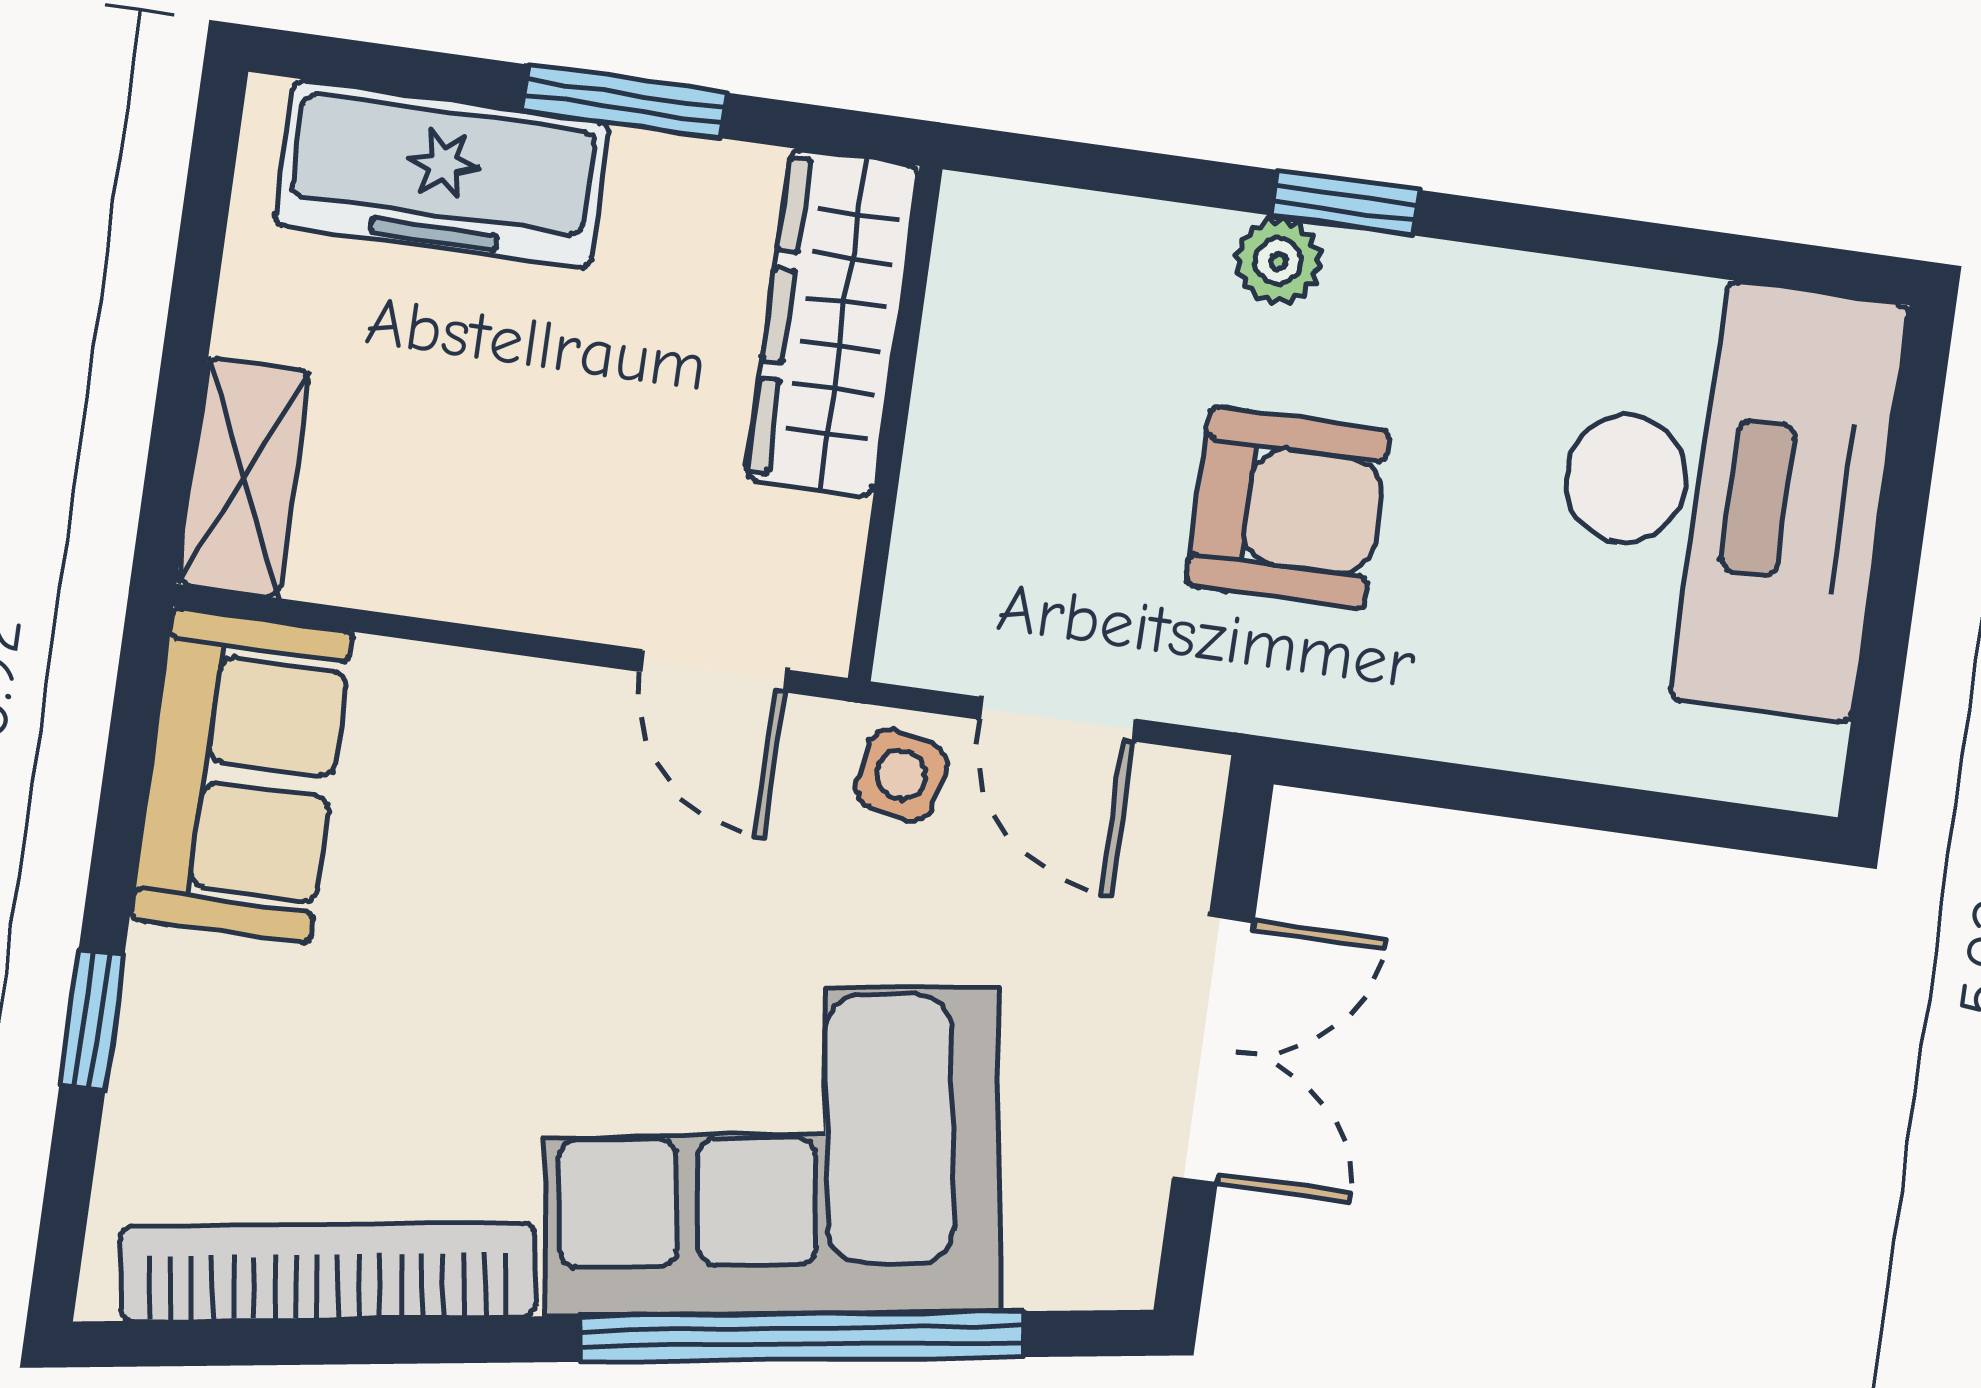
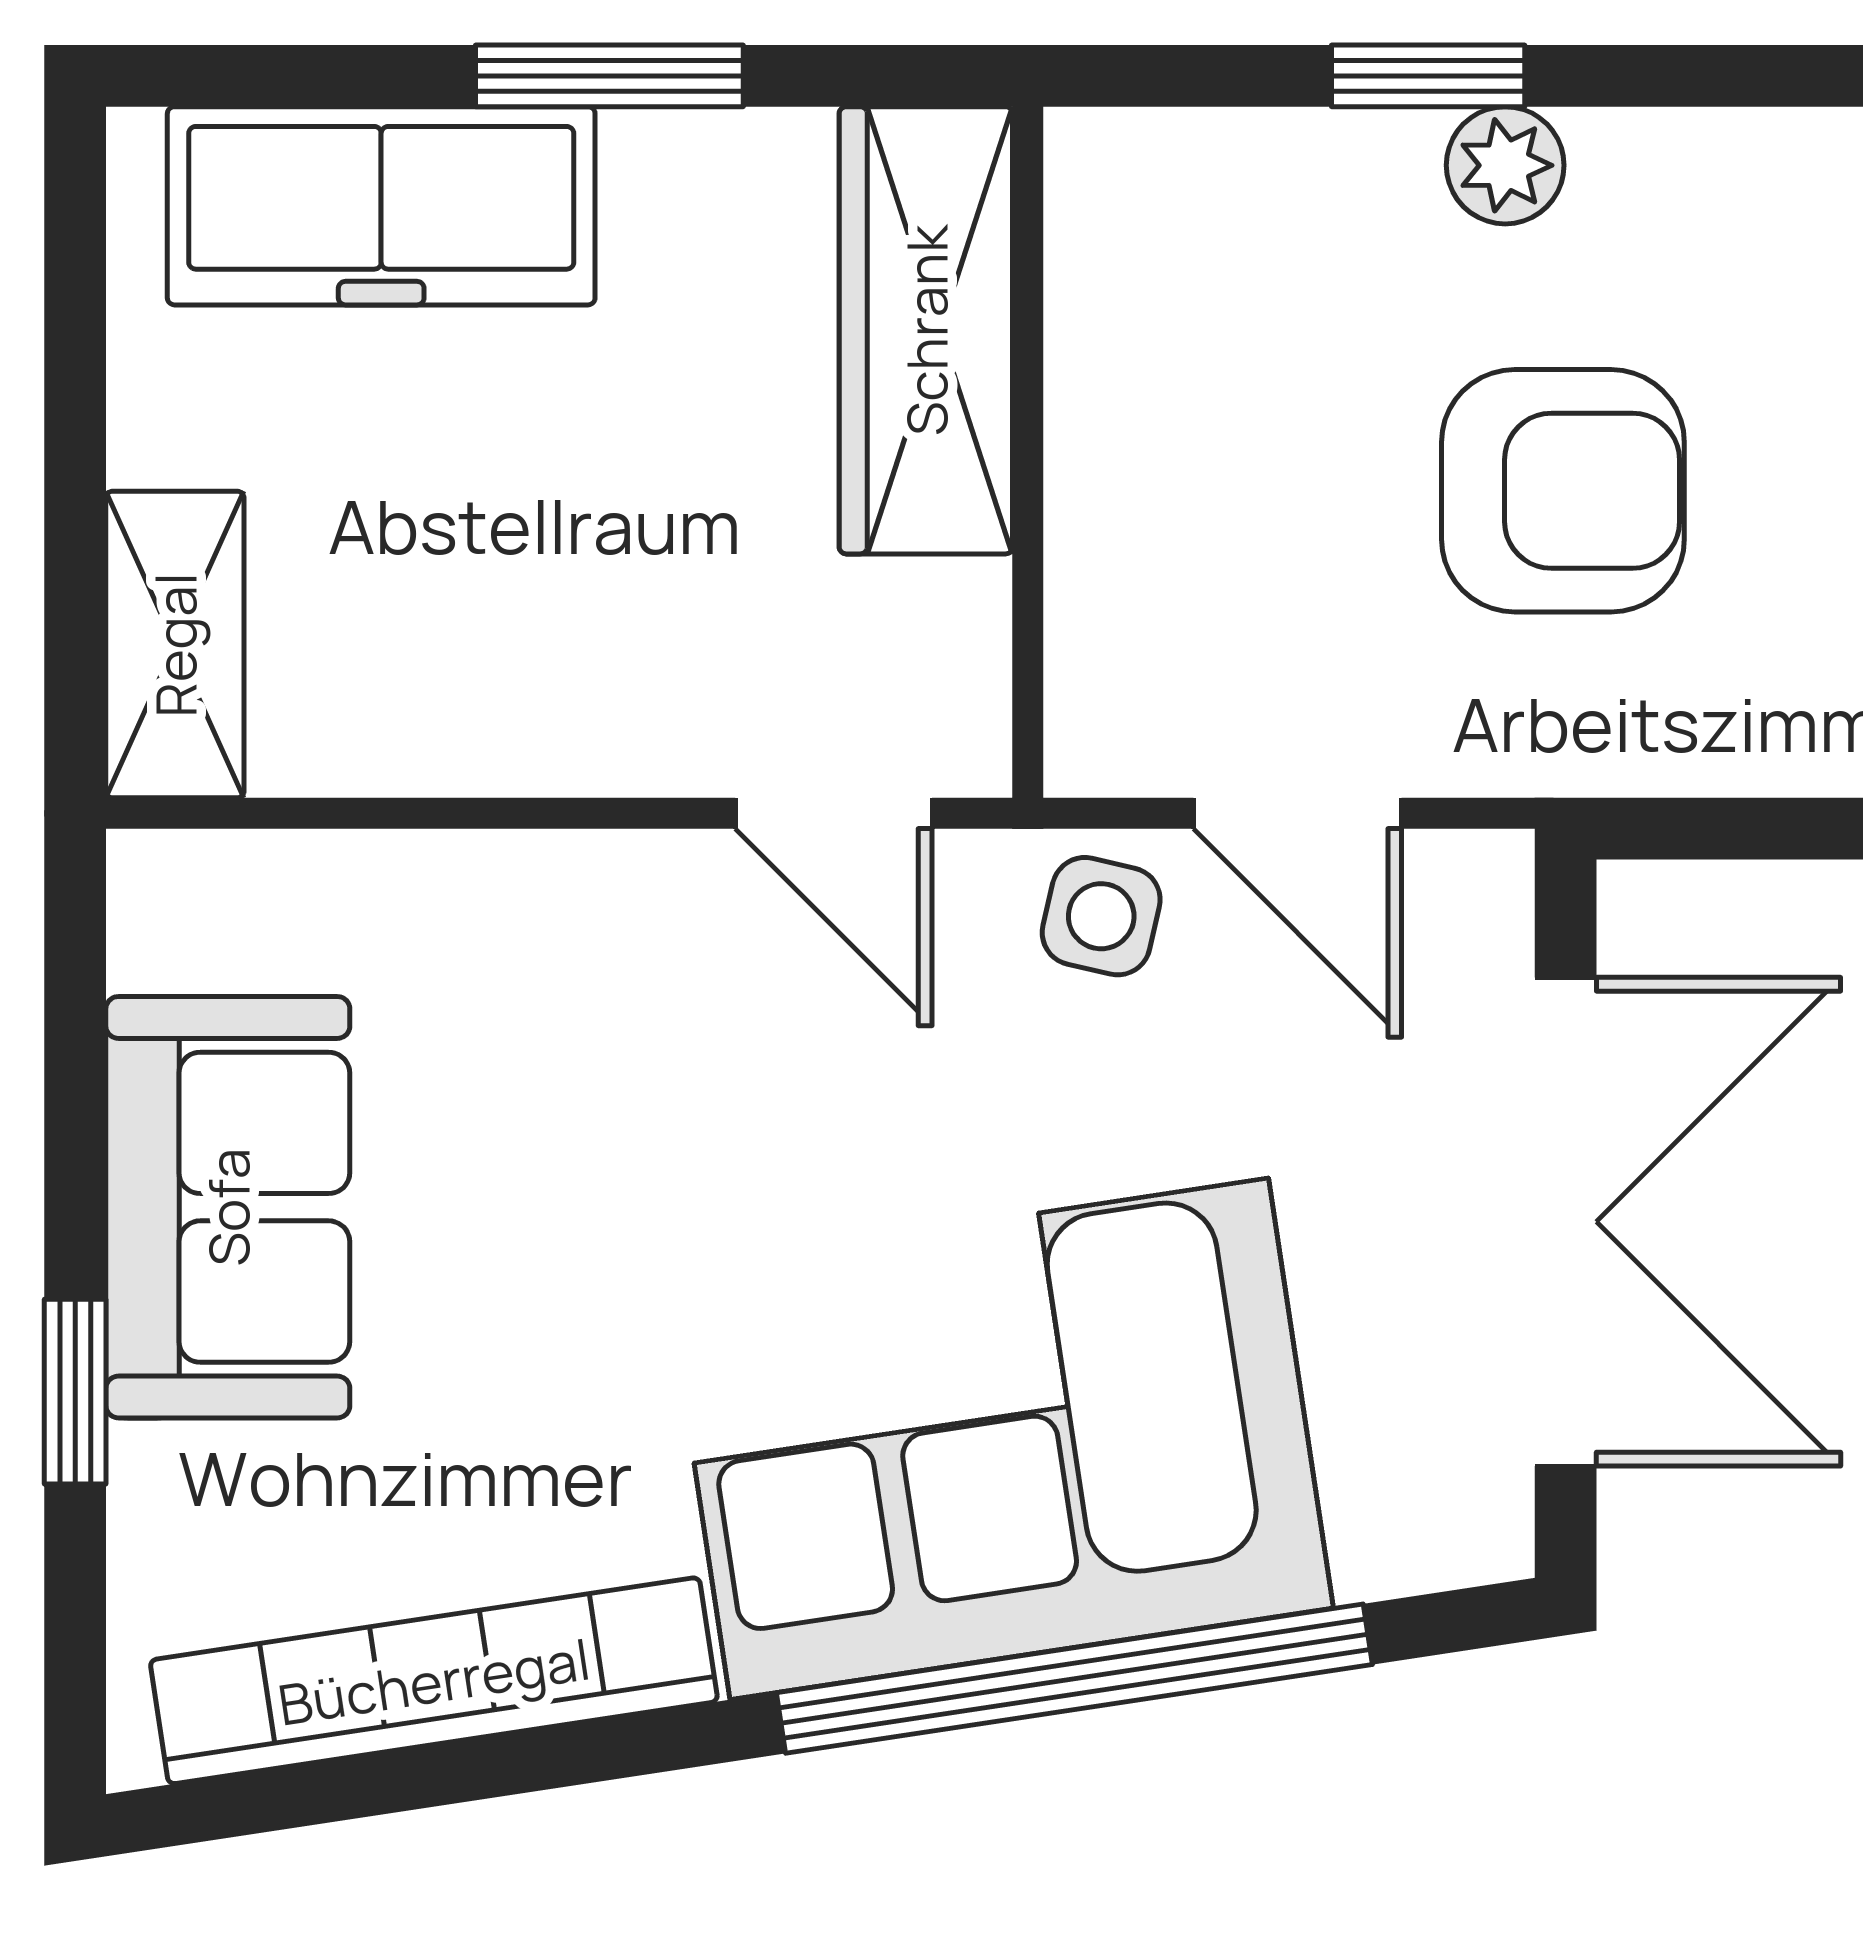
window: (1345, 203) -> (1428, 76), moved
sofa: (242, 775) -> (228, 1207), moved
double door: (1213, 1049) -> (1566, 1222), width x1.37

